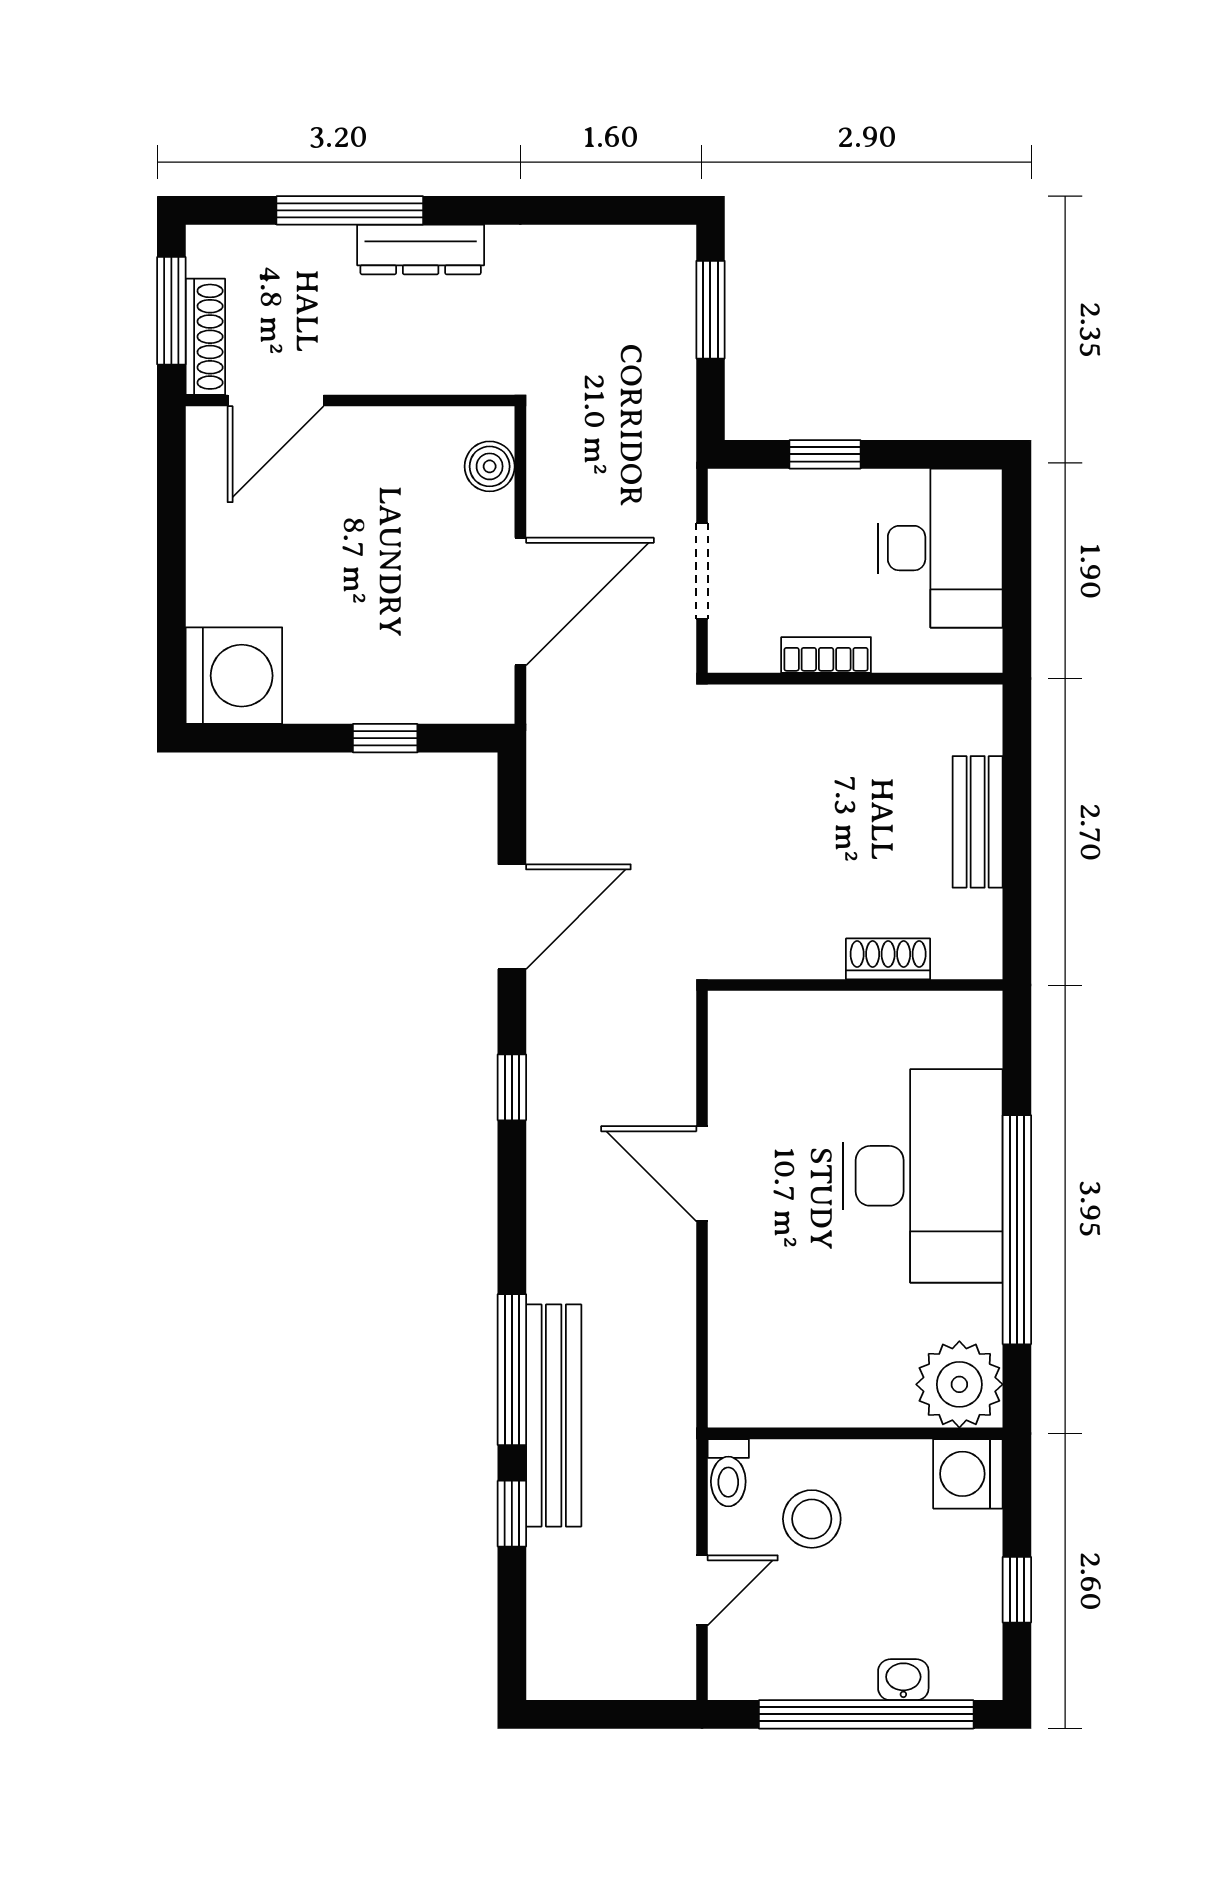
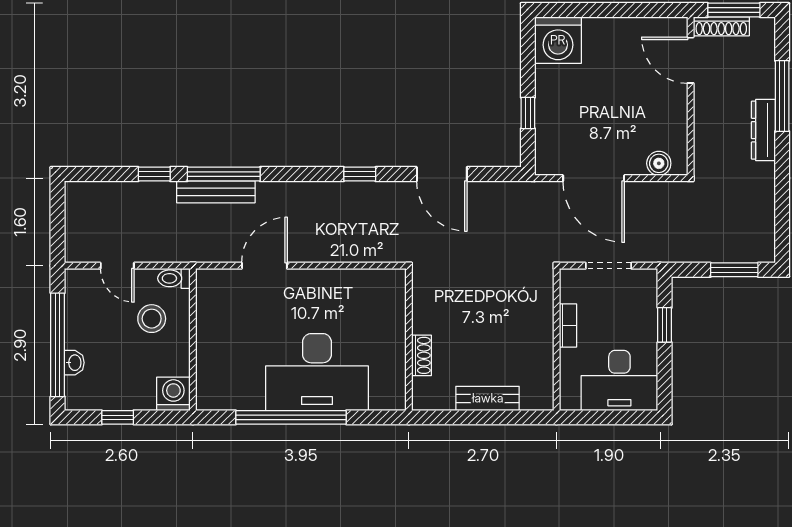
door: (702, 1174) -> (264, 266), moved
plant: (959, 1384) -> (217, 390), removed
bench: (554, 1415) -> (216, 192), width x0.73, depth x0.82

